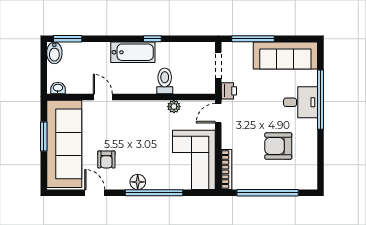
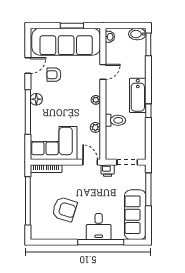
plant: (139, 106) -> (96, 100), added
armchair: (278, 146) -> (64, 209), turned 107

